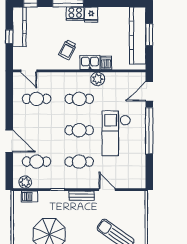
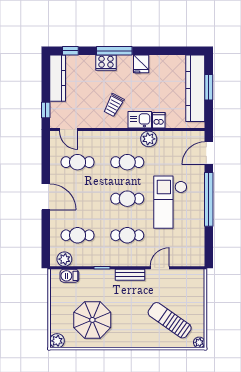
cooker: (75, 14) -> (106, 63), moved
window: (9, 37) -> (46, 110), moved
door: (9, 141) -> (46, 197), moved
door: (107, 190) -> (160, 268), hinge flipped

